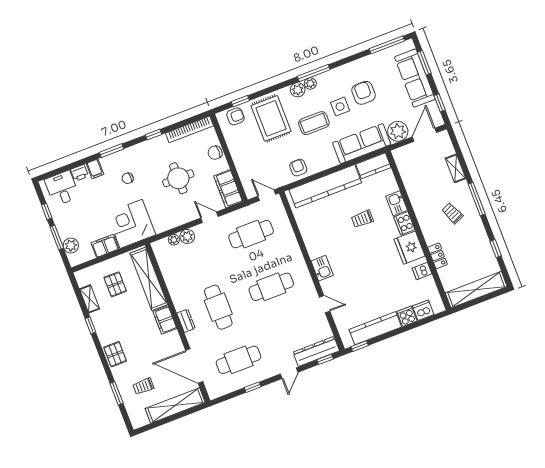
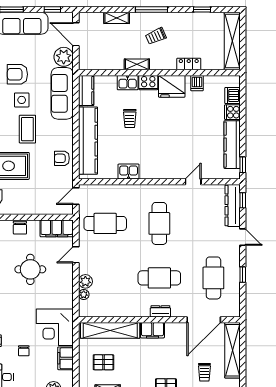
chair: (128, 178) -> (24, 351), moved
shelving: (418, 206) -> (137, 64), added
cafe table: (251, 234) -> (105, 223), turned 90
kitchen sink: (322, 268) -> (129, 172), moved

